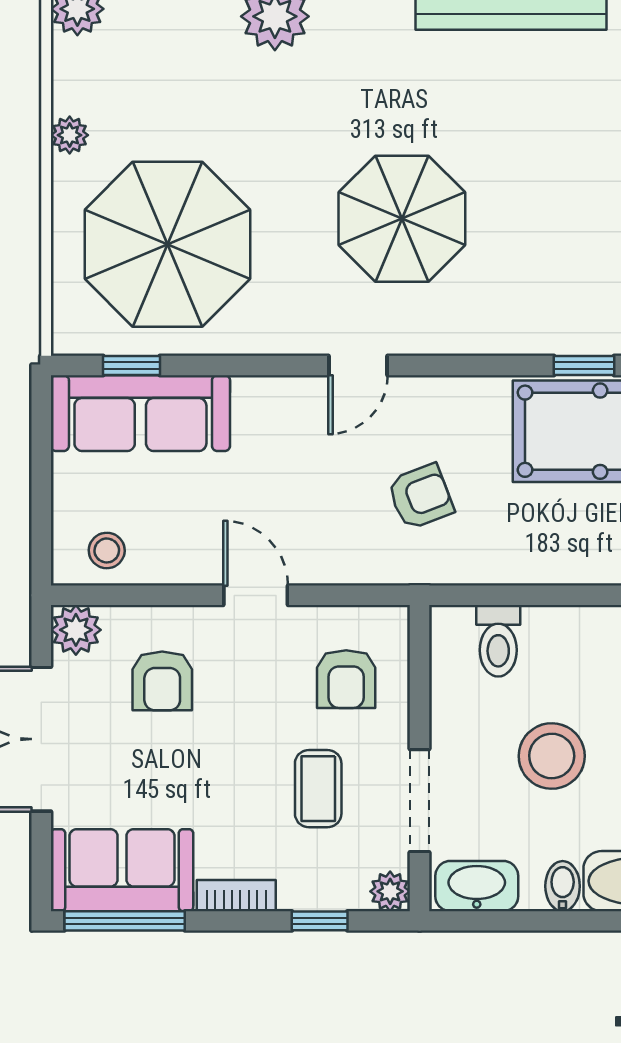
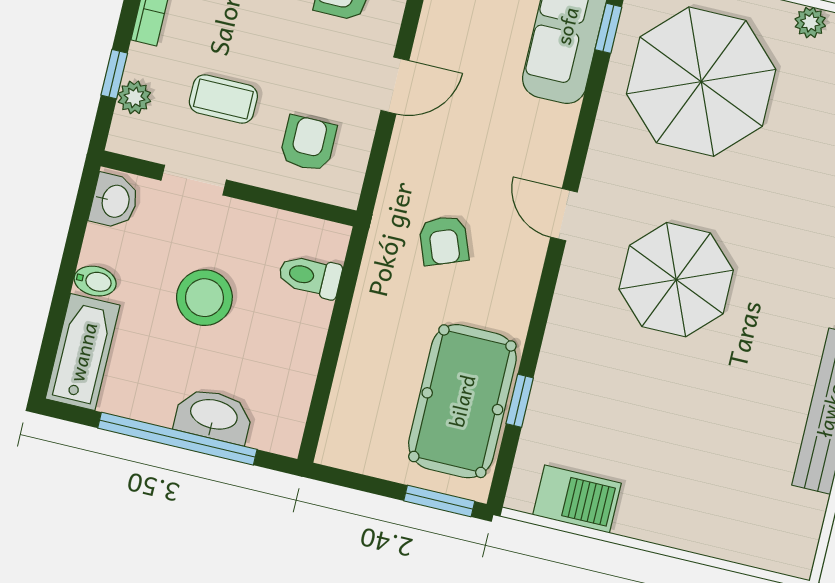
armchair: (346, 679) -> (308, 143), turned 90
doorway: (420, 801) -> (194, 180), width x0.73
washbasin: (477, 886) -> (114, 201), width x0.72
plant: (390, 891) -> (134, 97), moved

